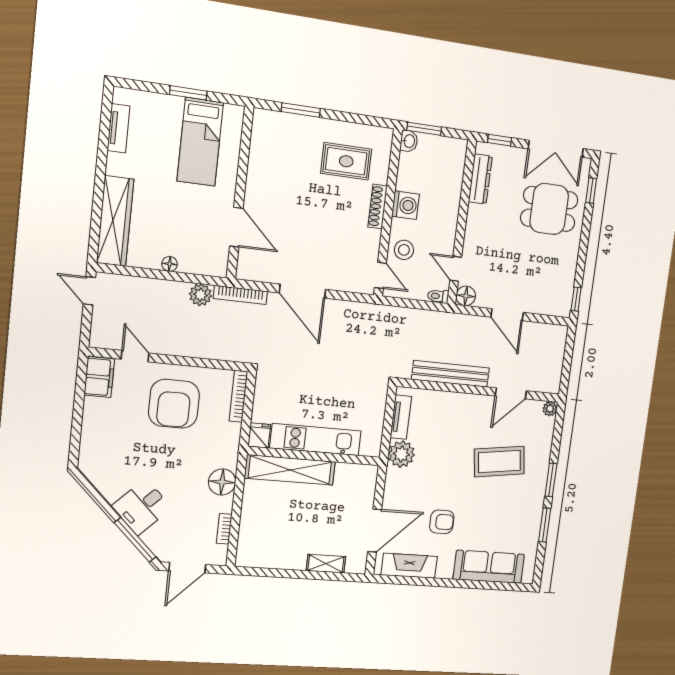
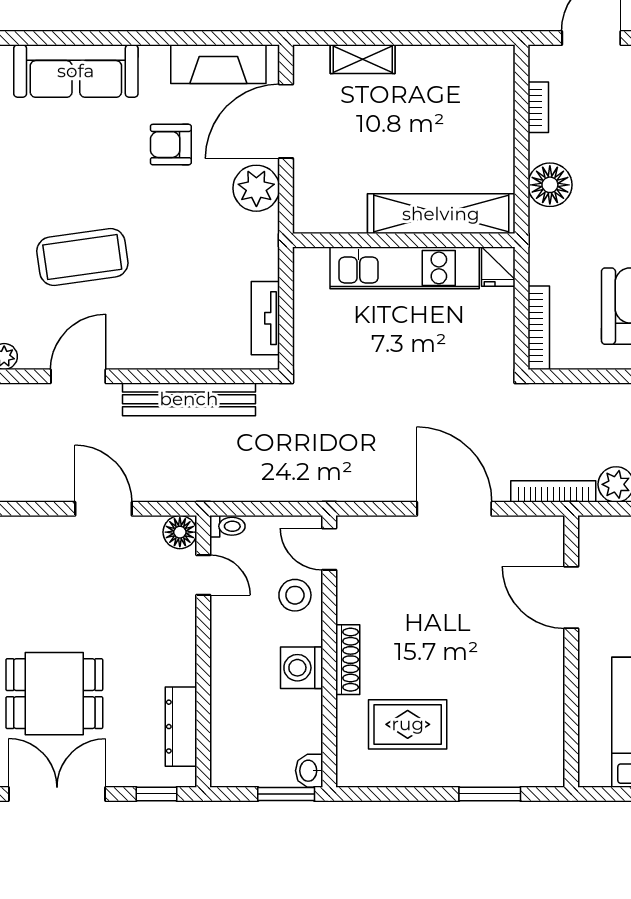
plant: (401, 454) -> (256, 188), moved

